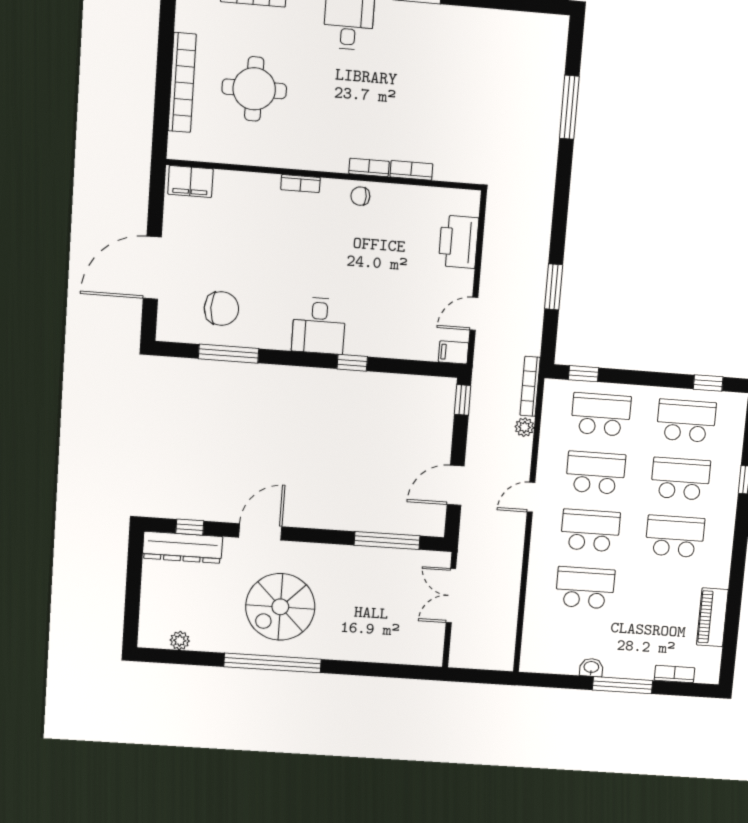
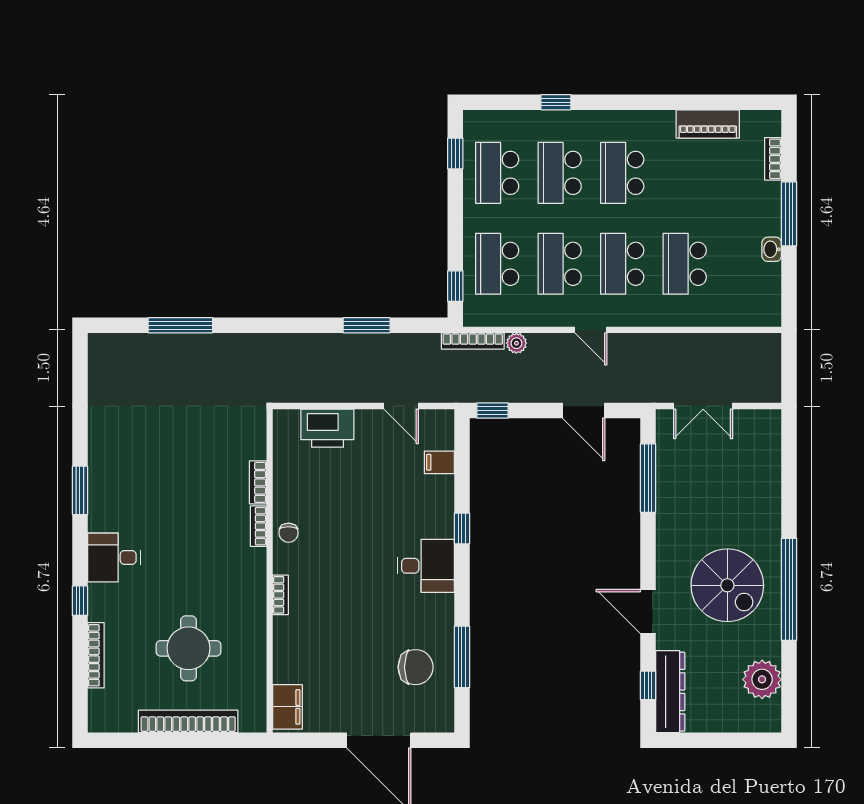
chair: (221, 309) -> (416, 667), turned 90
filing cabinet: (454, 352) -> (439, 462), moved, turned 90
plant: (180, 641) -> (762, 679), width x1.87, depth x1.87

